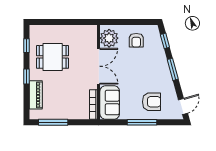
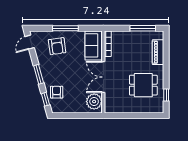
armchair: (136, 40) -> (57, 92), moved
window: (26, 76) -> (166, 68), removed
armchair: (152, 102) -> (57, 46), turned -98

